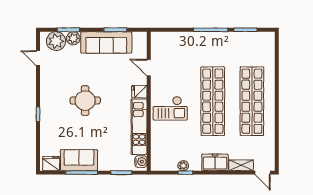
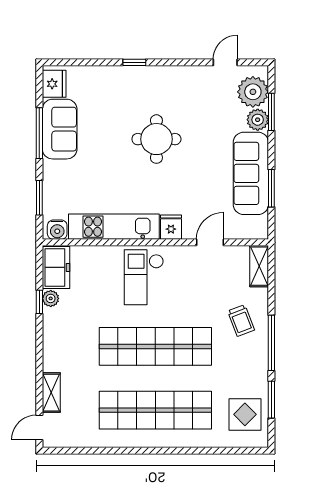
shelving: (163, 37) -> (259, 266), added
display table: (255, 46) -> (245, 414), added
trolley: (197, 48) -> (241, 321), added
freezer: (215, 162) -> (56, 267), moved

